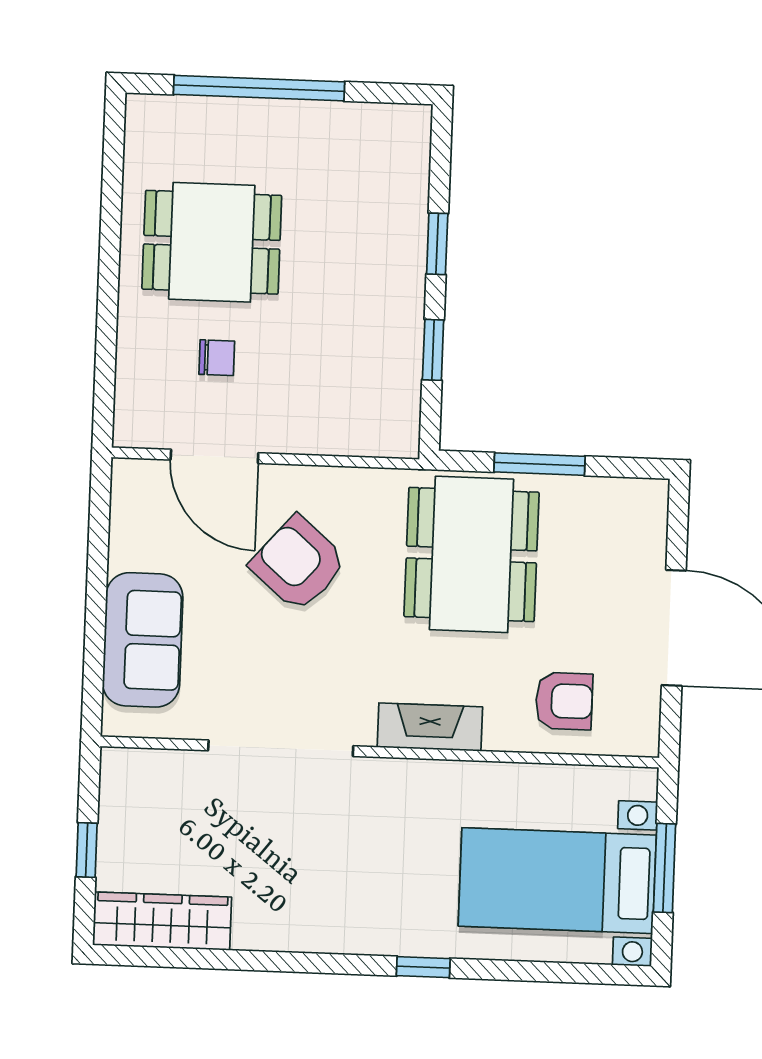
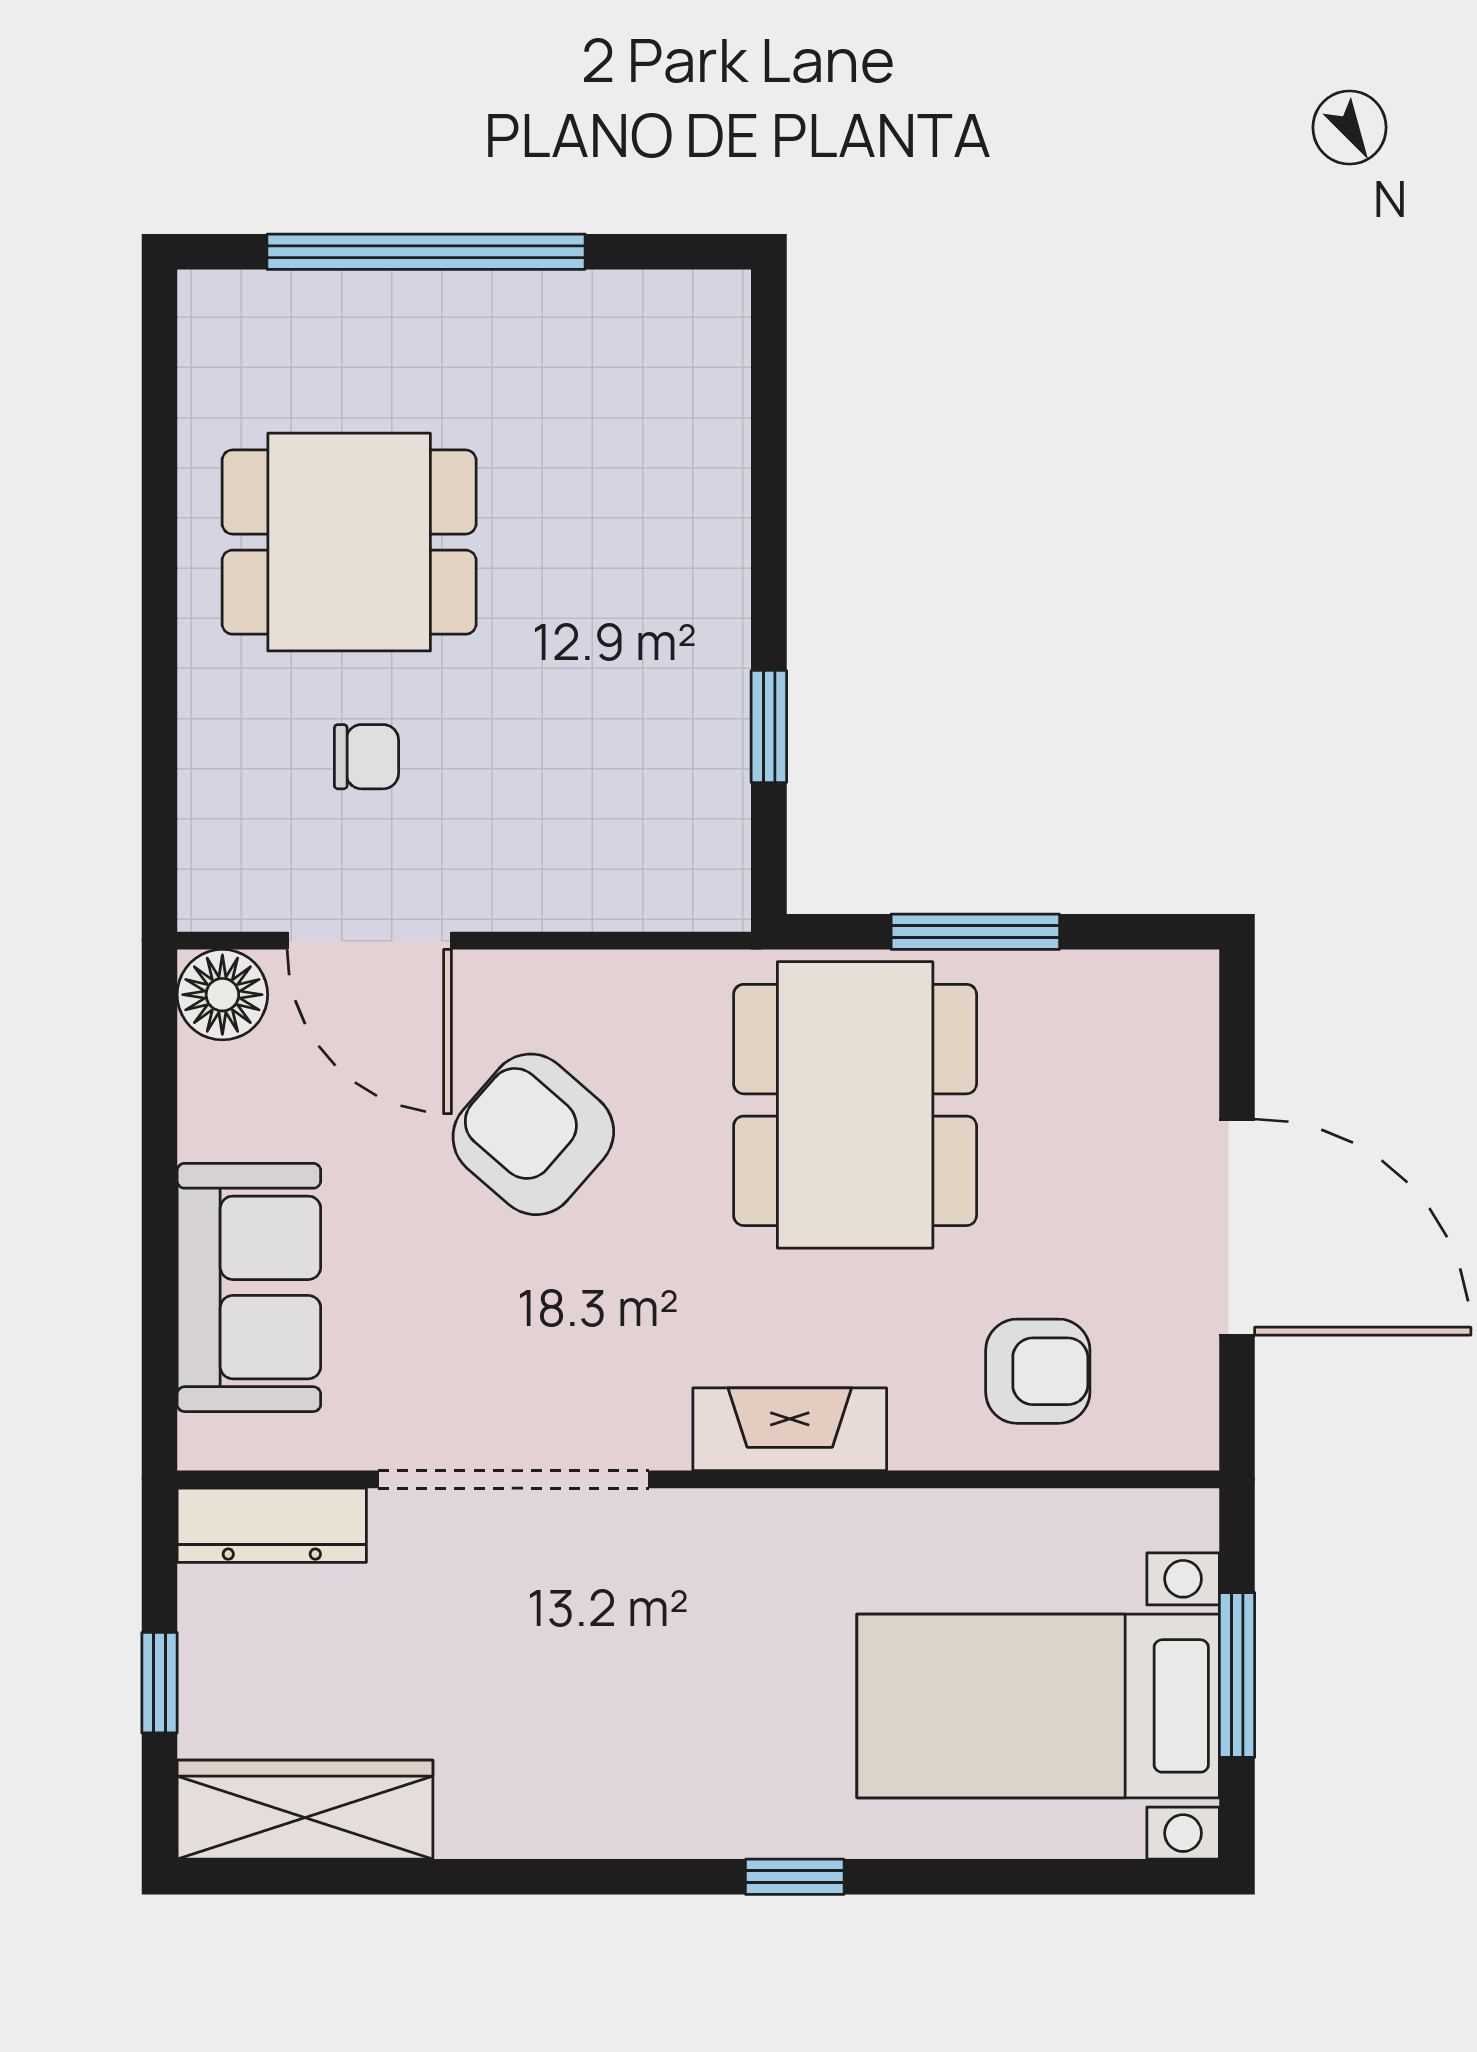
window: (437, 244) -> (769, 529), removed
floor lamp: (135, 482) -> (222, 995), added
dresser: (150, 768) -> (272, 1525), added

